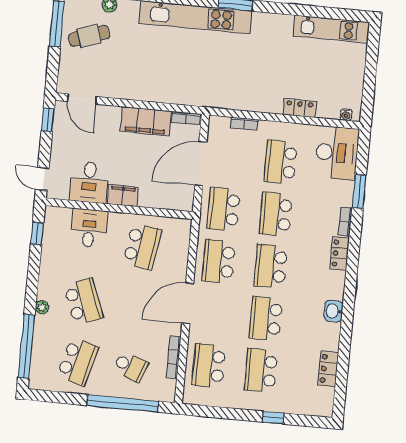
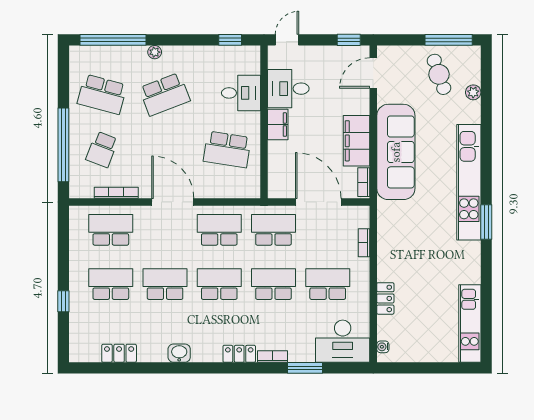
sofa: (160, 85) -> (396, 152), added

